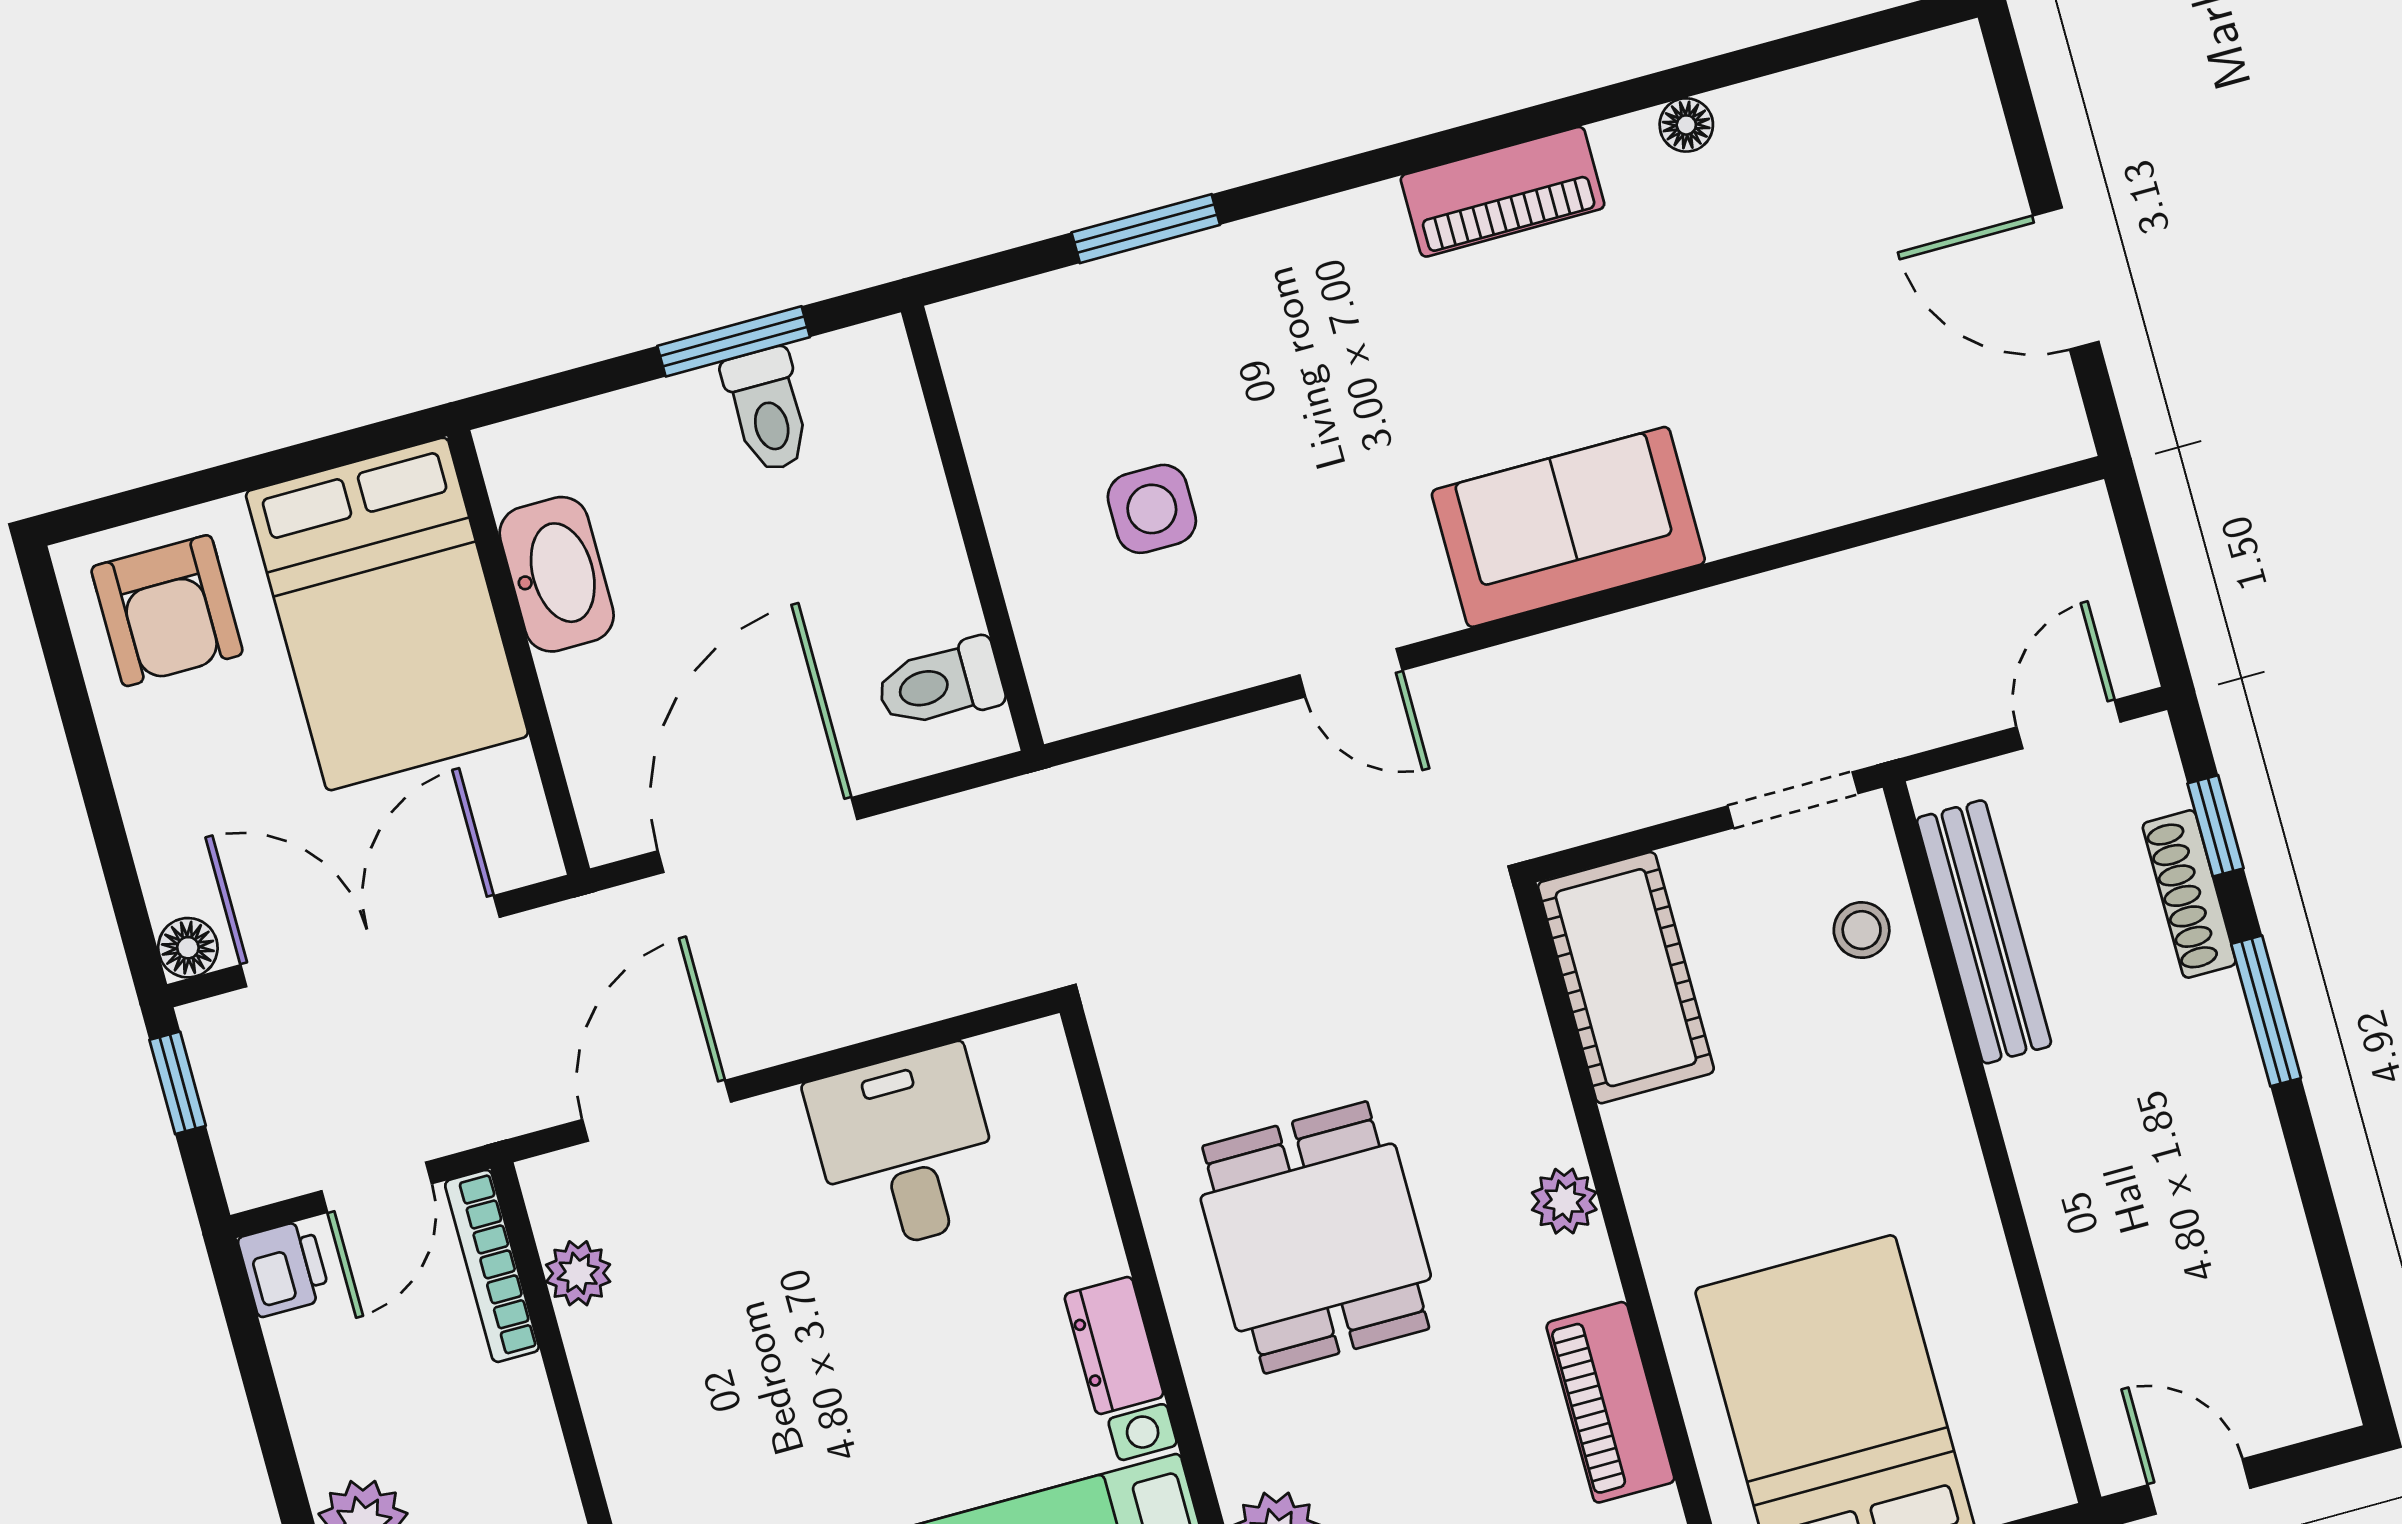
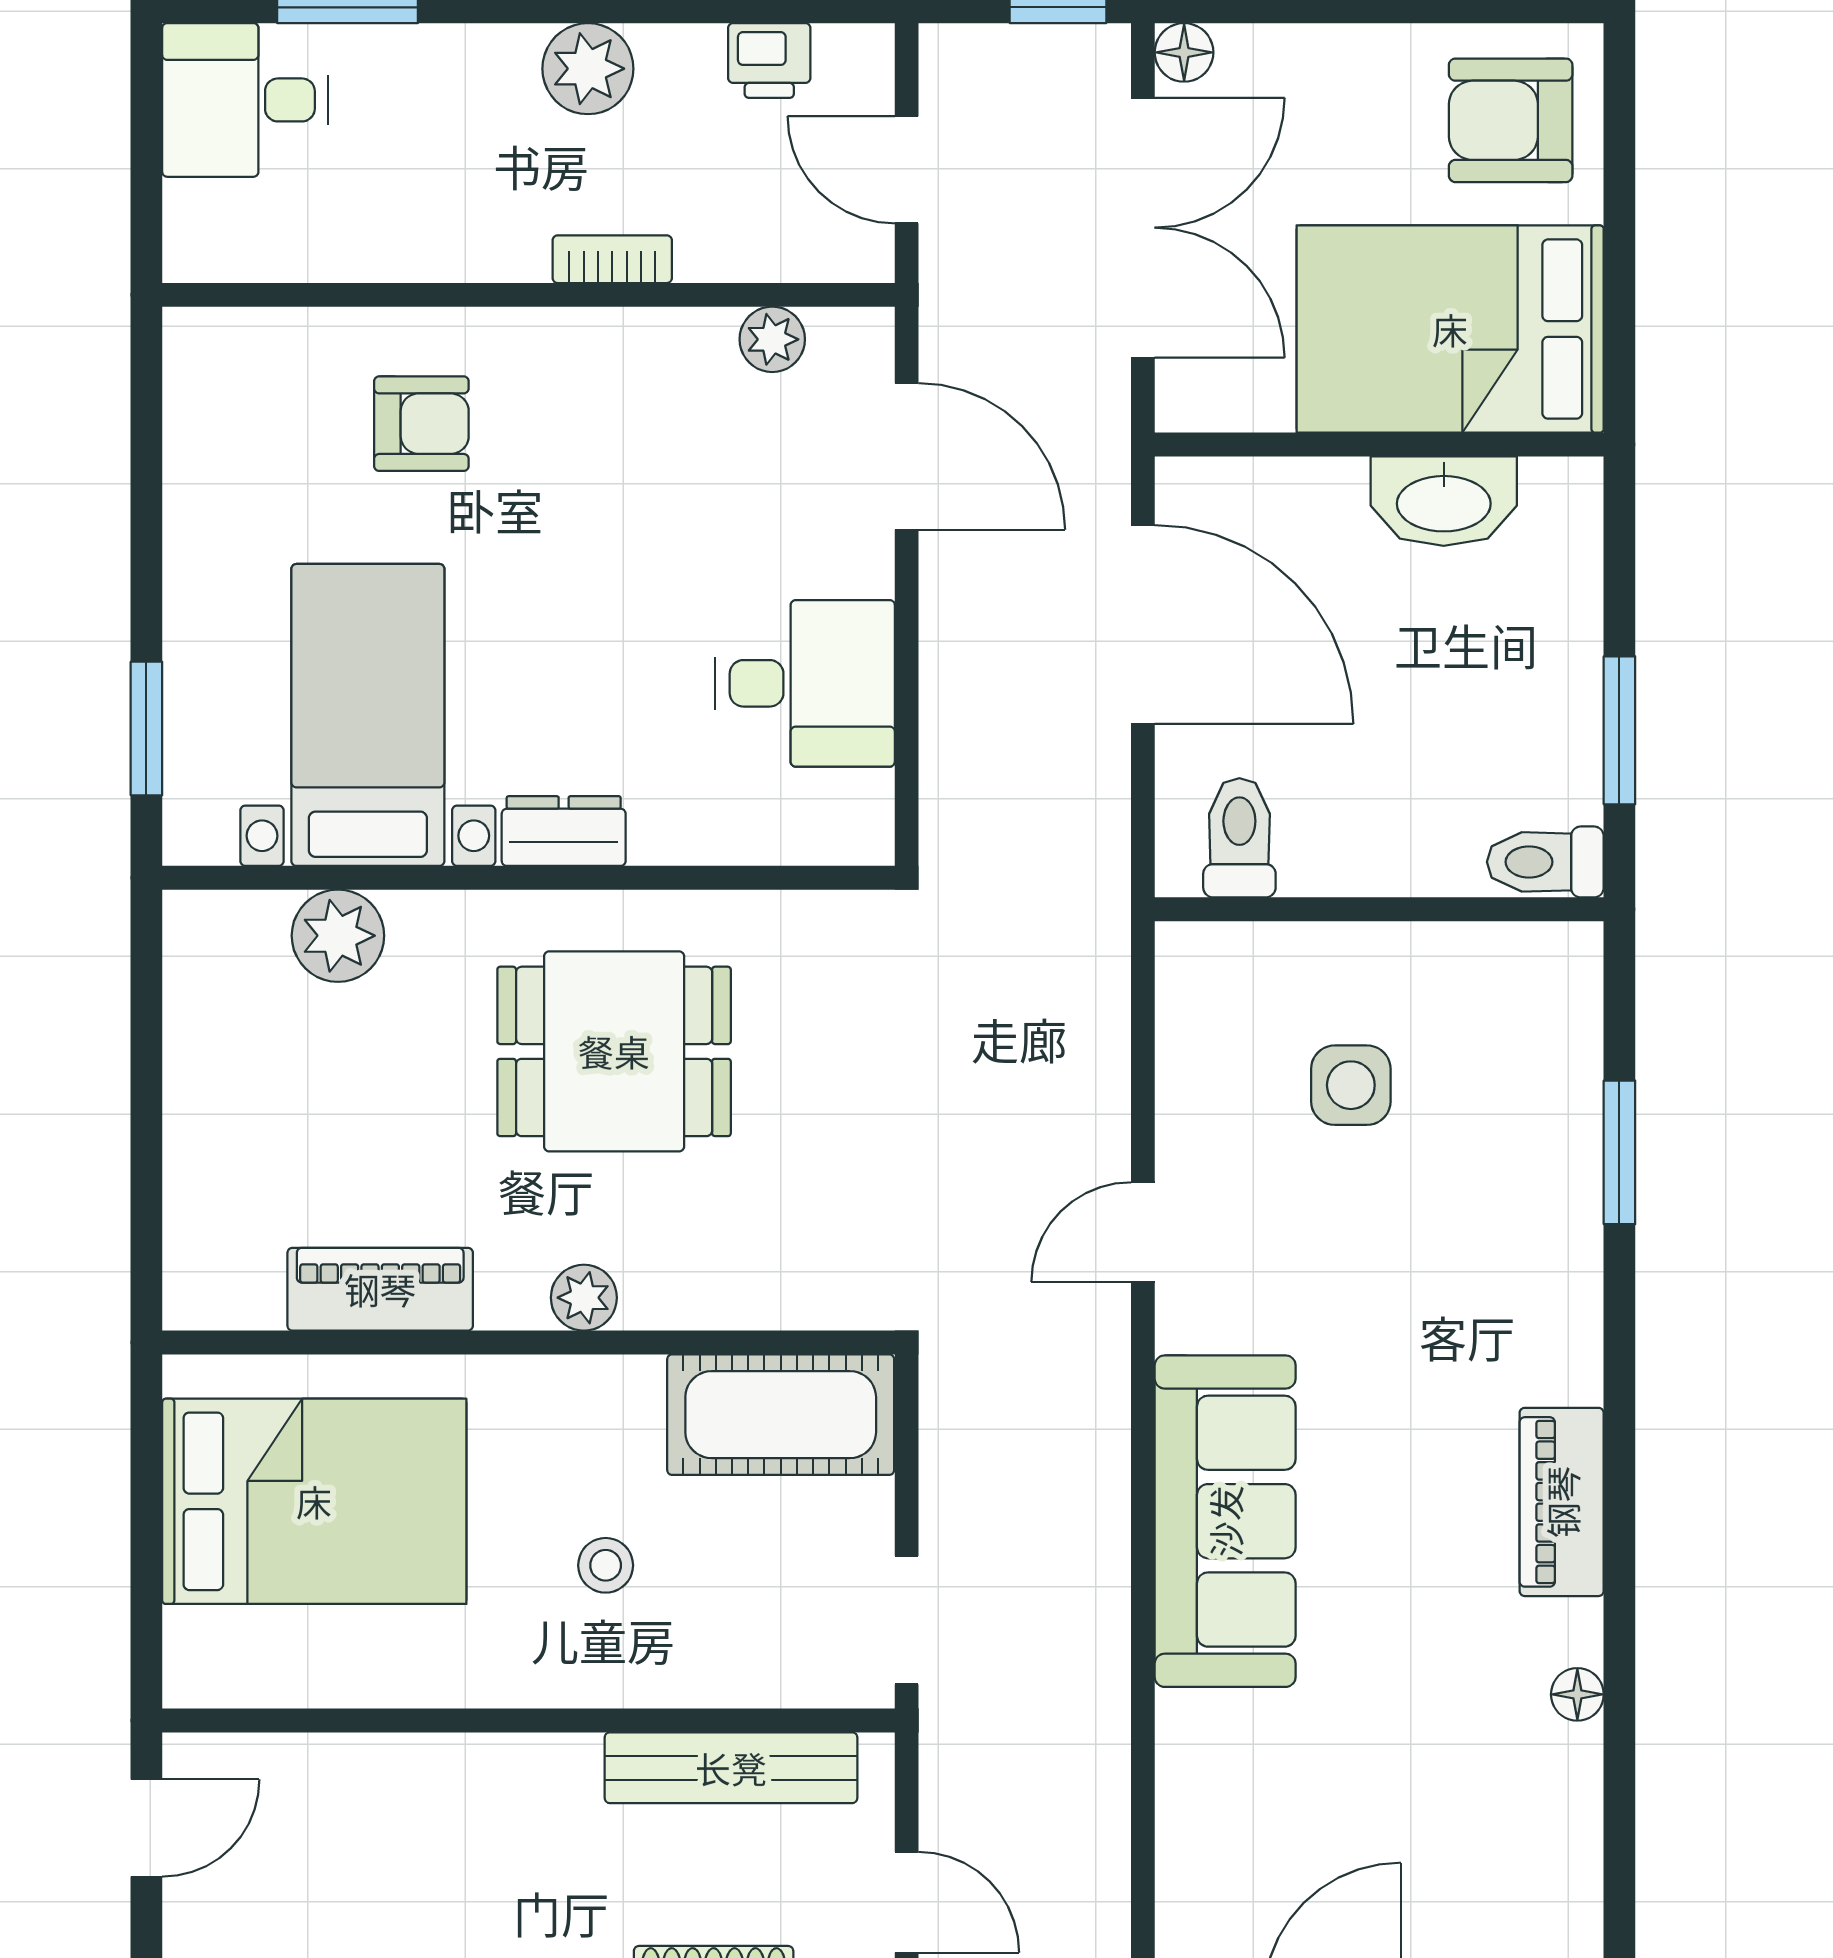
toilet: (767, 410) -> (1545, 862), moved
sofa: (1568, 527) -> (1225, 1521), width x1.36
stool: (1862, 930) -> (606, 1565), moved
bookcase: (492, 1266) -> (612, 259), moved, width x0.64
printer: (284, 1268) -> (769, 60), moved

